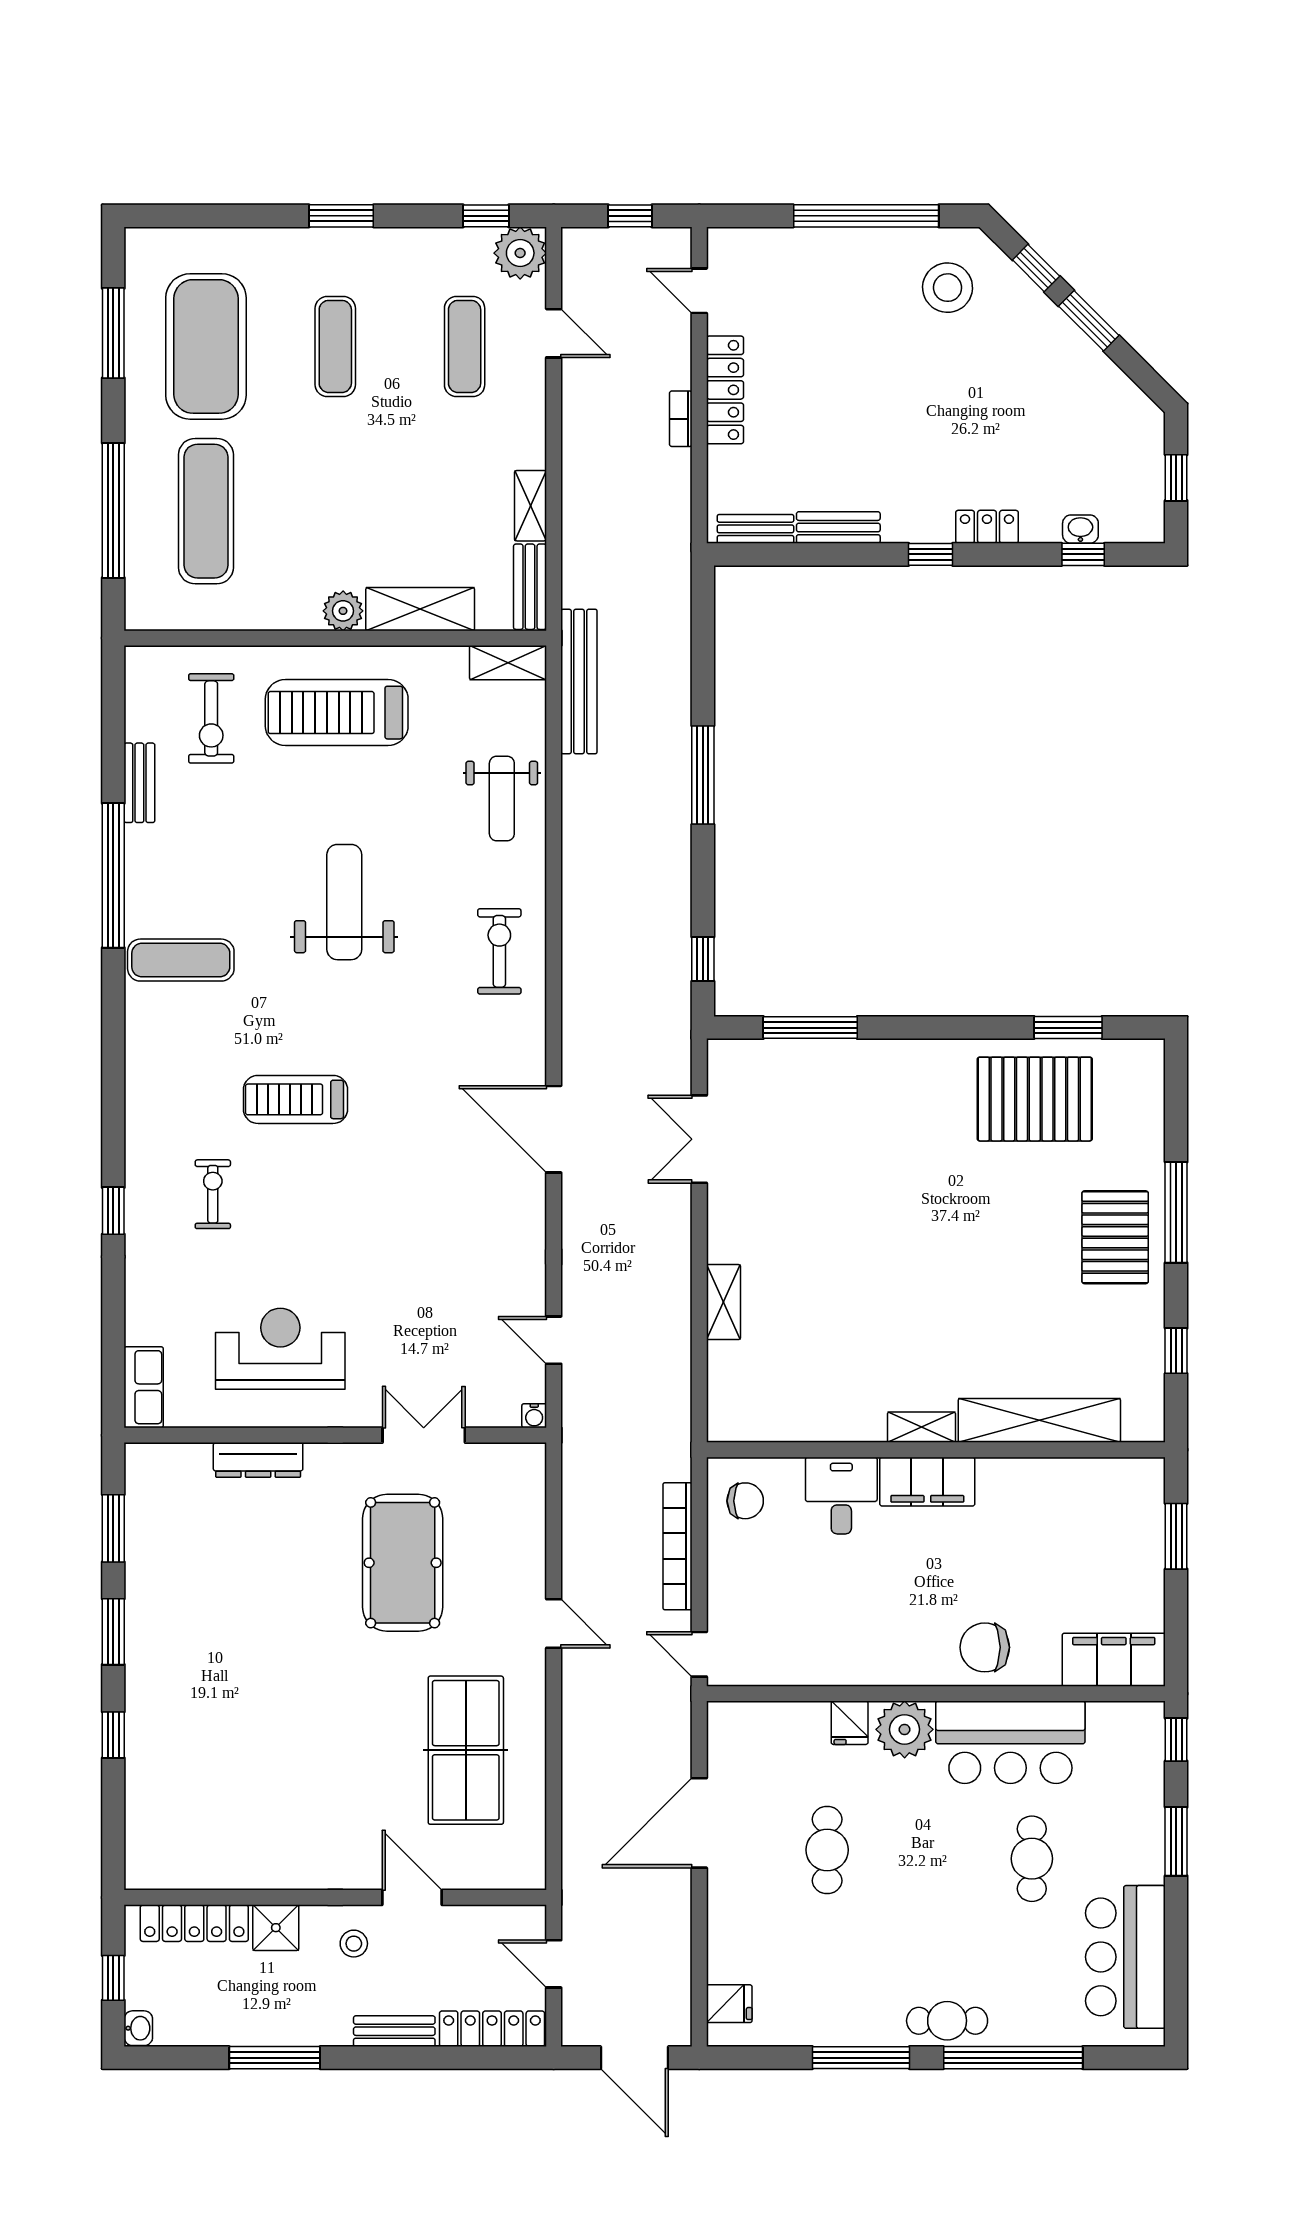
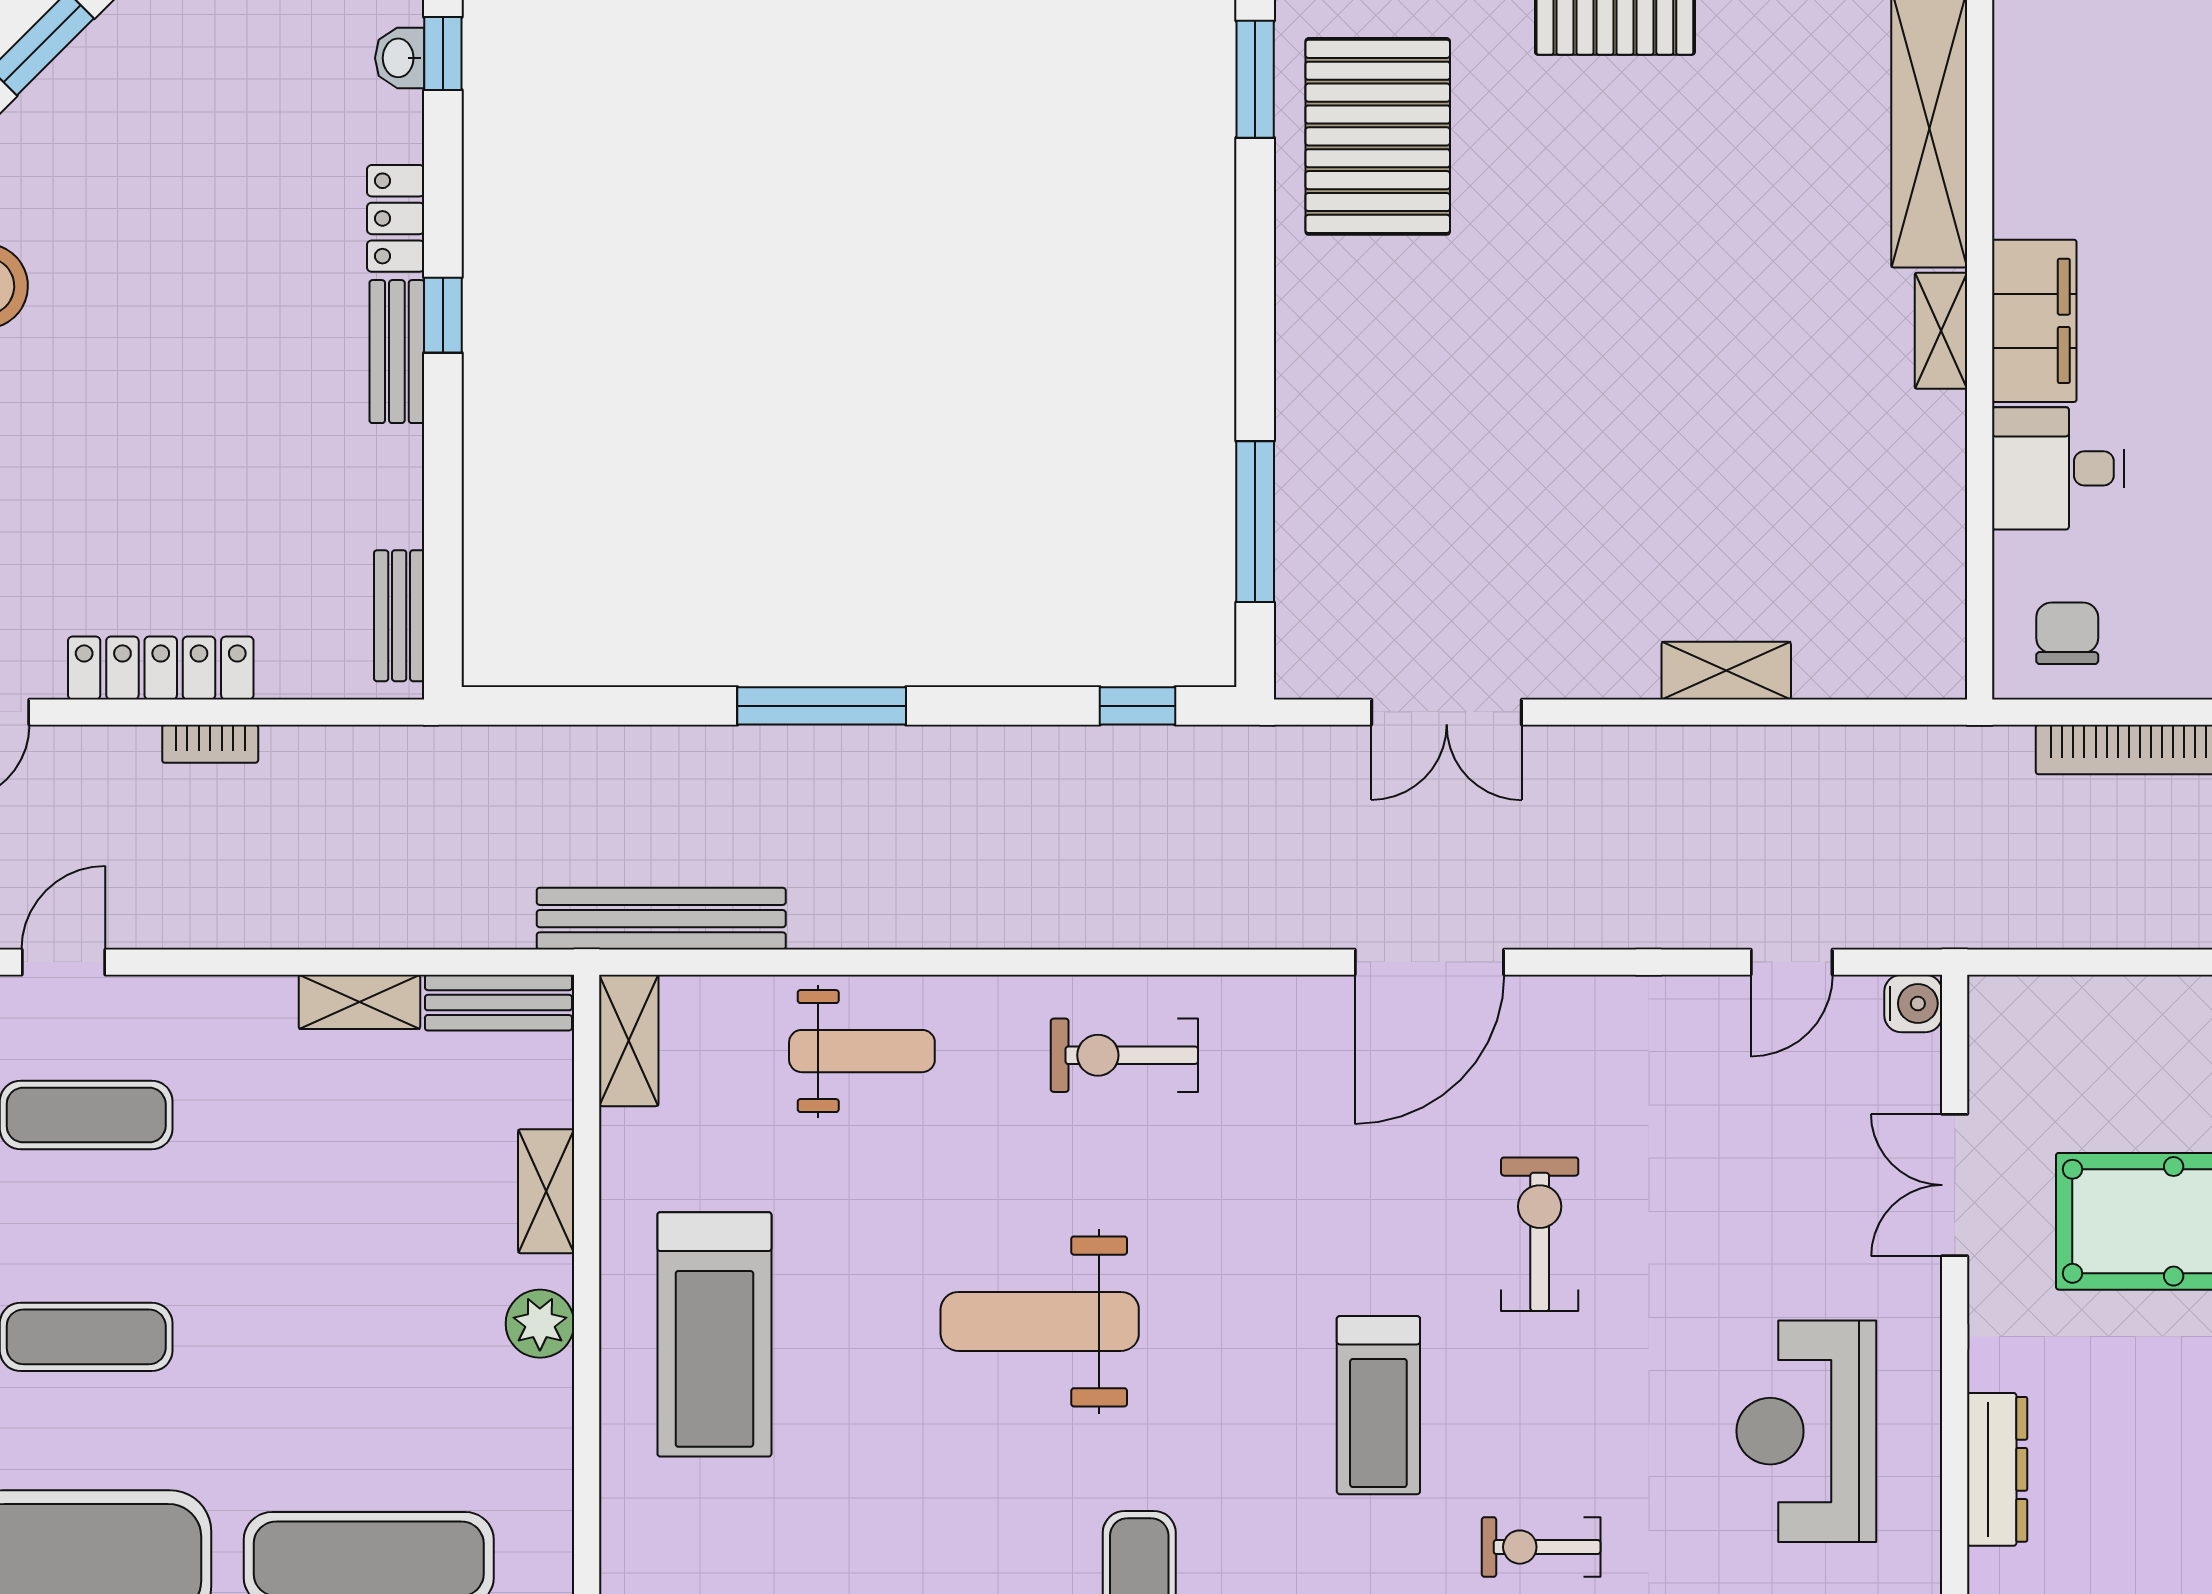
bench: (838, 528) -> (397, 352), moved
shelving: (420, 609) -> (546, 1191), width x0.67, depth x0.75
exercise bike: (211, 718) -> (1540, 1234), moved, turned -90
water cooler: (534, 1416) -> (1913, 1004), width x1.38, depth x1.38

